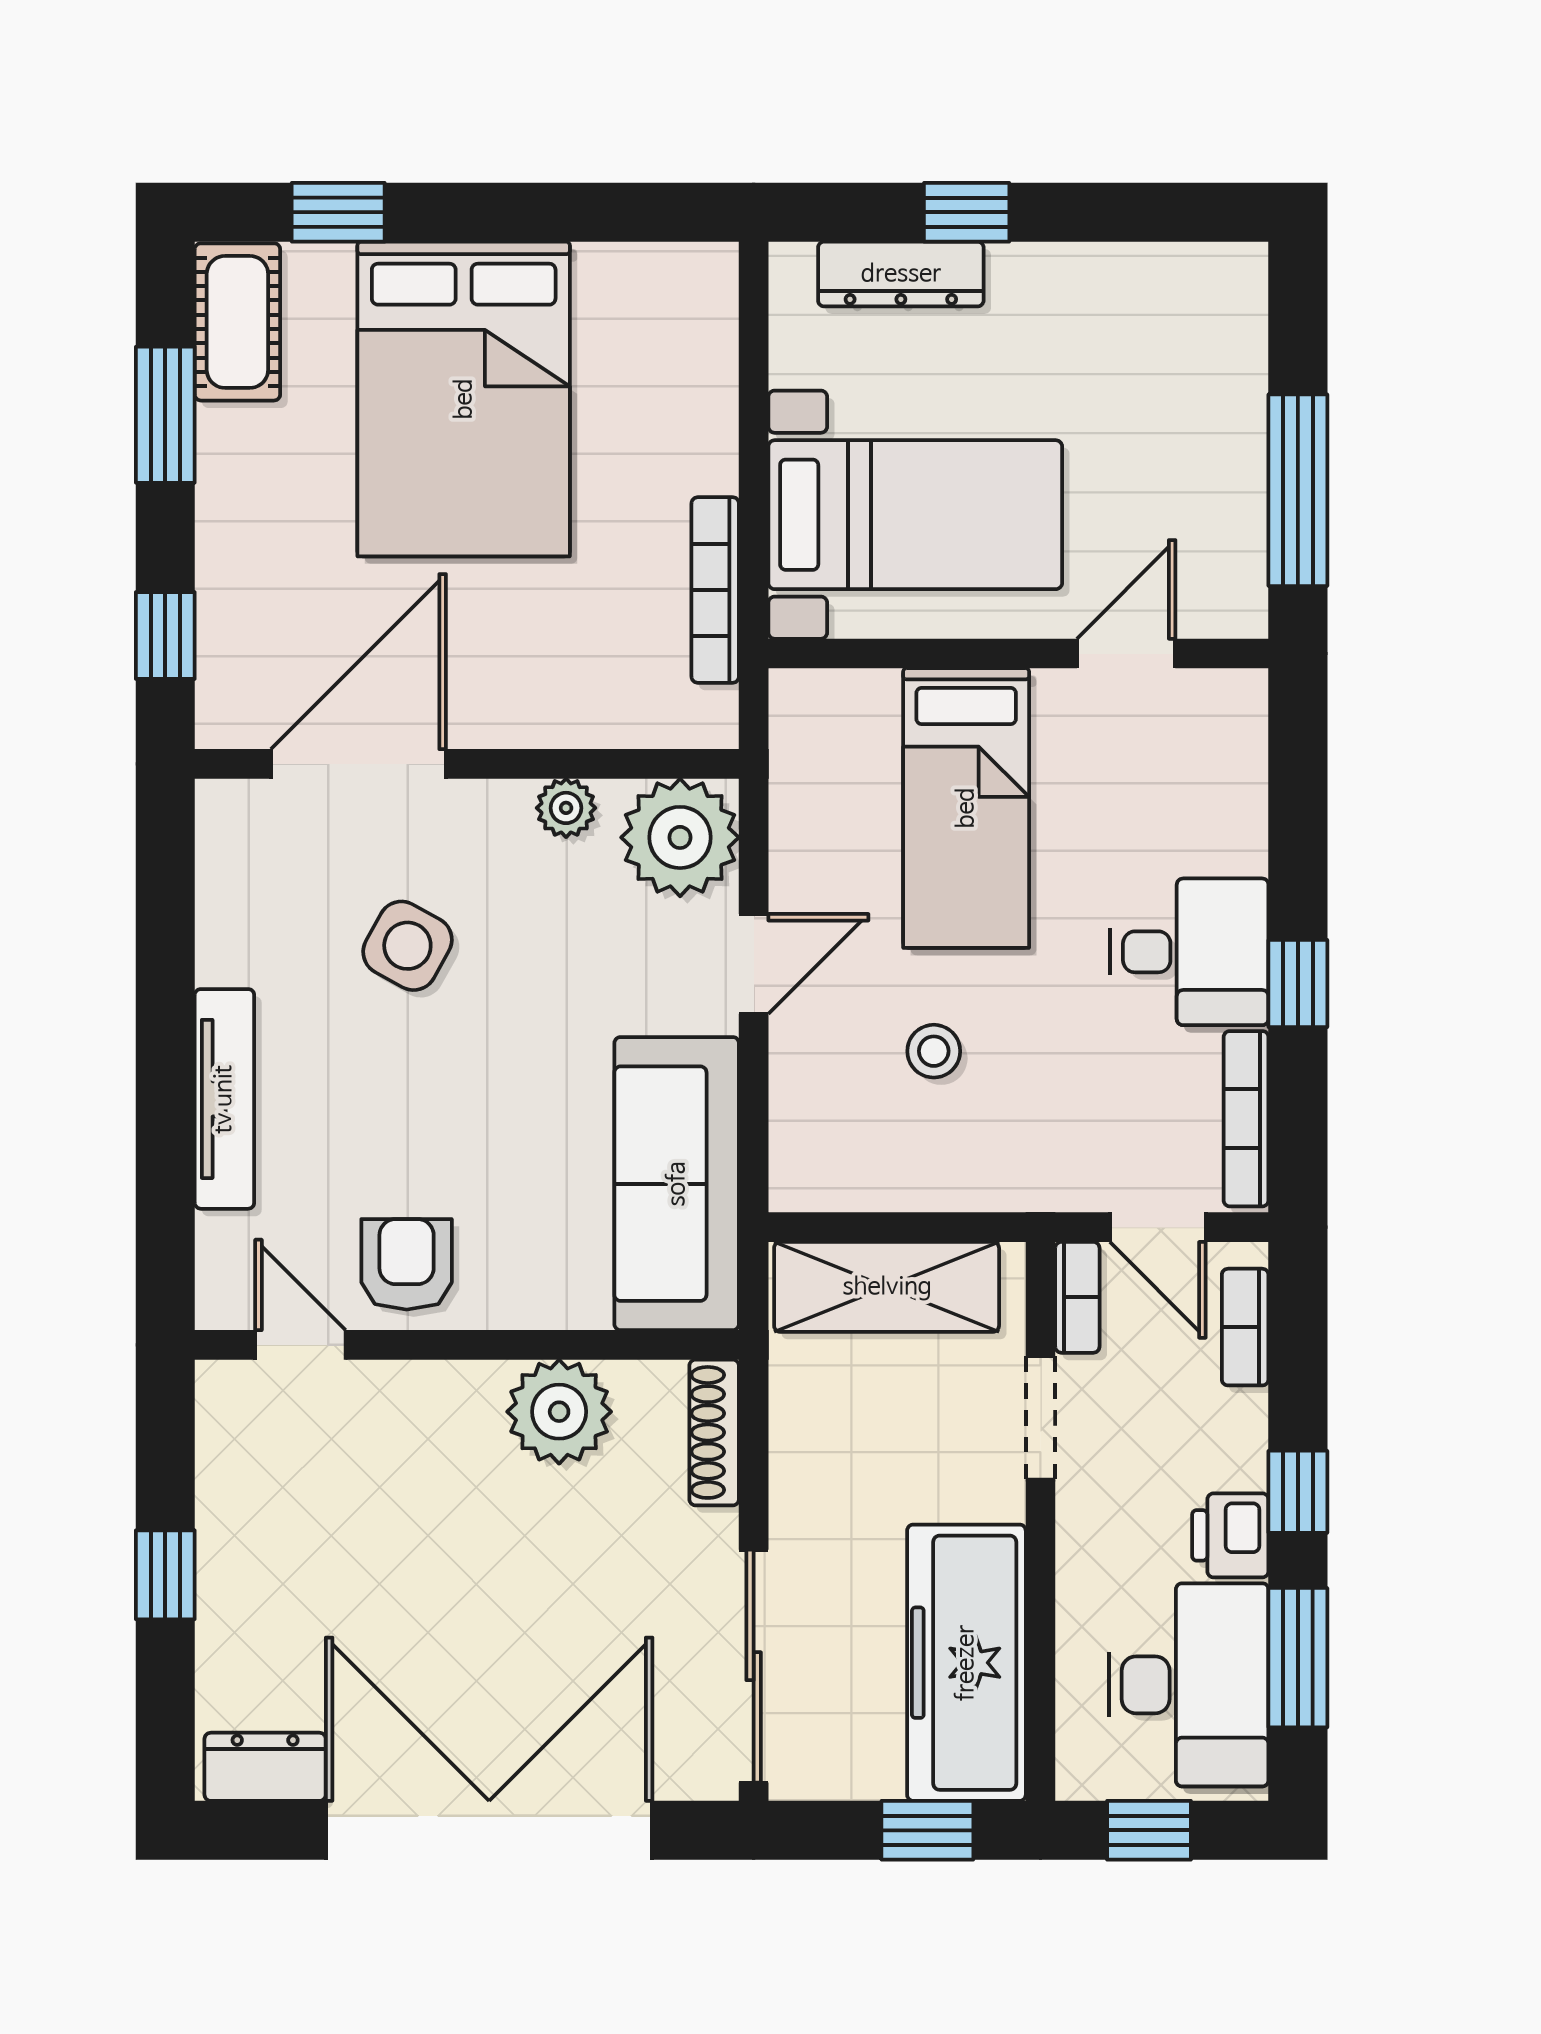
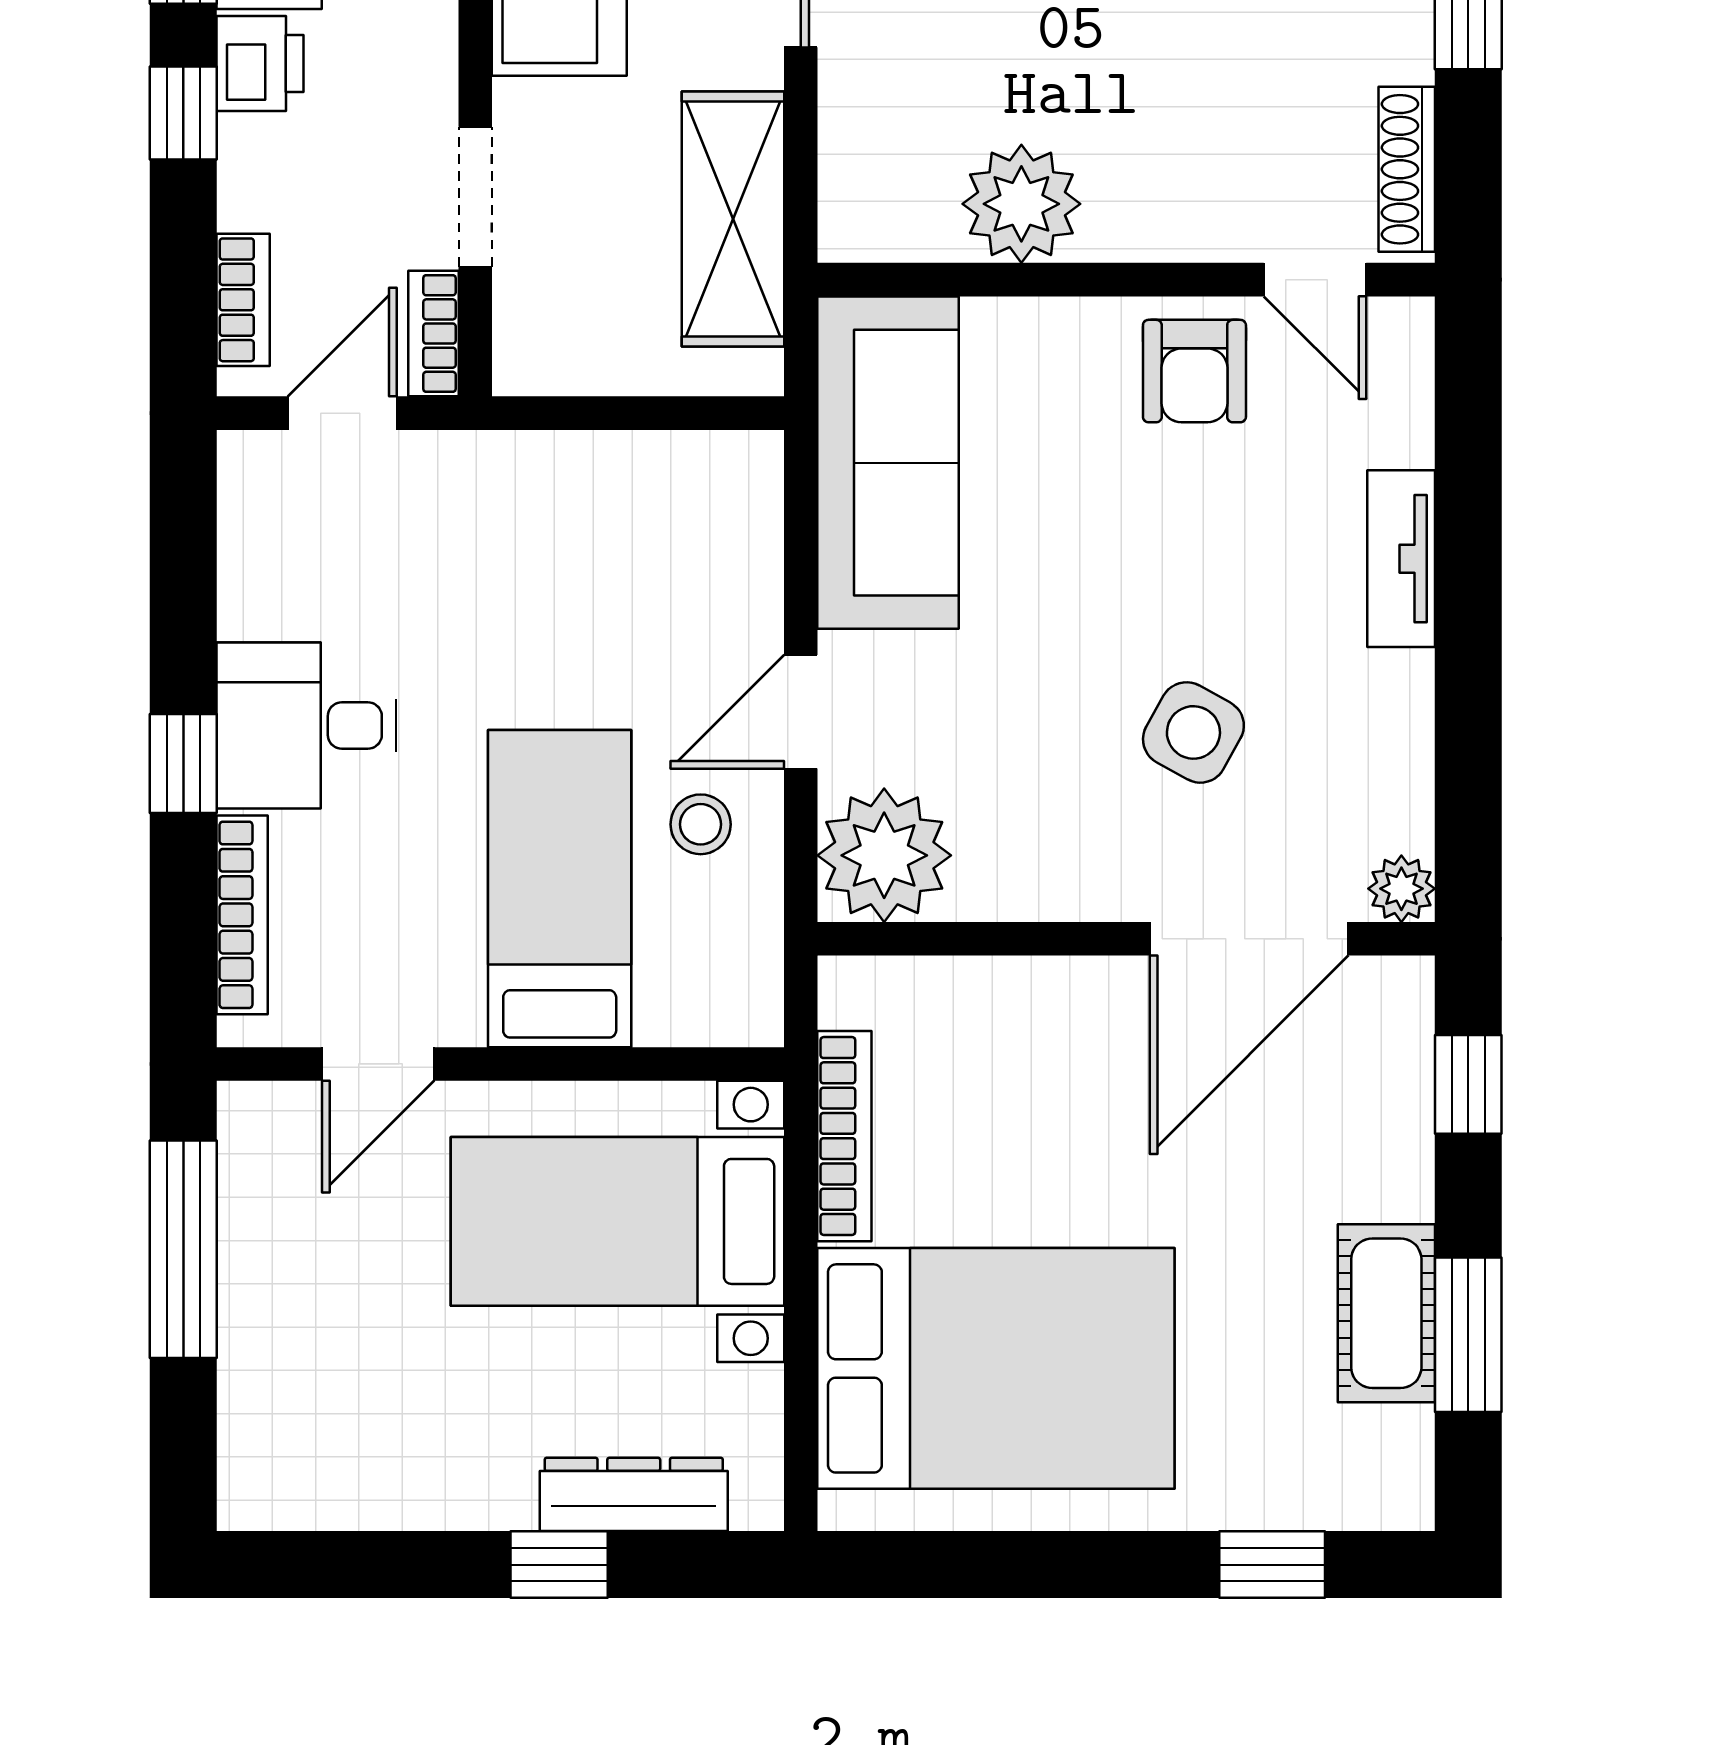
cot: (237, 322) -> (1386, 1313), moved
bed: (464, 399) -> (996, 1368), moved, turned 90
plant: (566, 808) -> (1401, 889), moved
window: (1298, 984) -> (183, 764), moved
stool: (934, 1051) -> (701, 824), moved
tv unit: (224, 1099) -> (1401, 559), width x0.71
bookcase: (1246, 1119) -> (242, 915), moved
door: (1158, 1227) -> (342, 413), hinge flipped
shelving: (887, 1287) -> (733, 219), moved, turned 90
shoe rack: (714, 1432) -> (1407, 169), moved, turned 180

